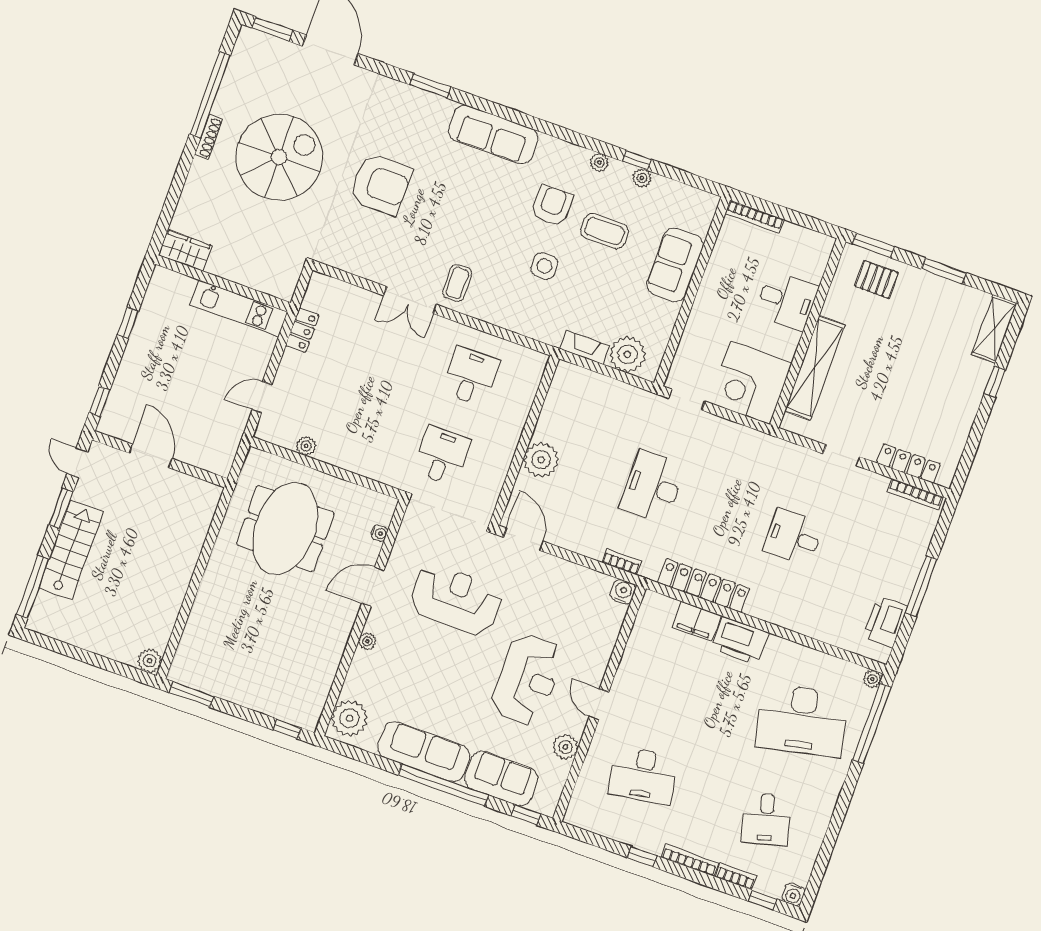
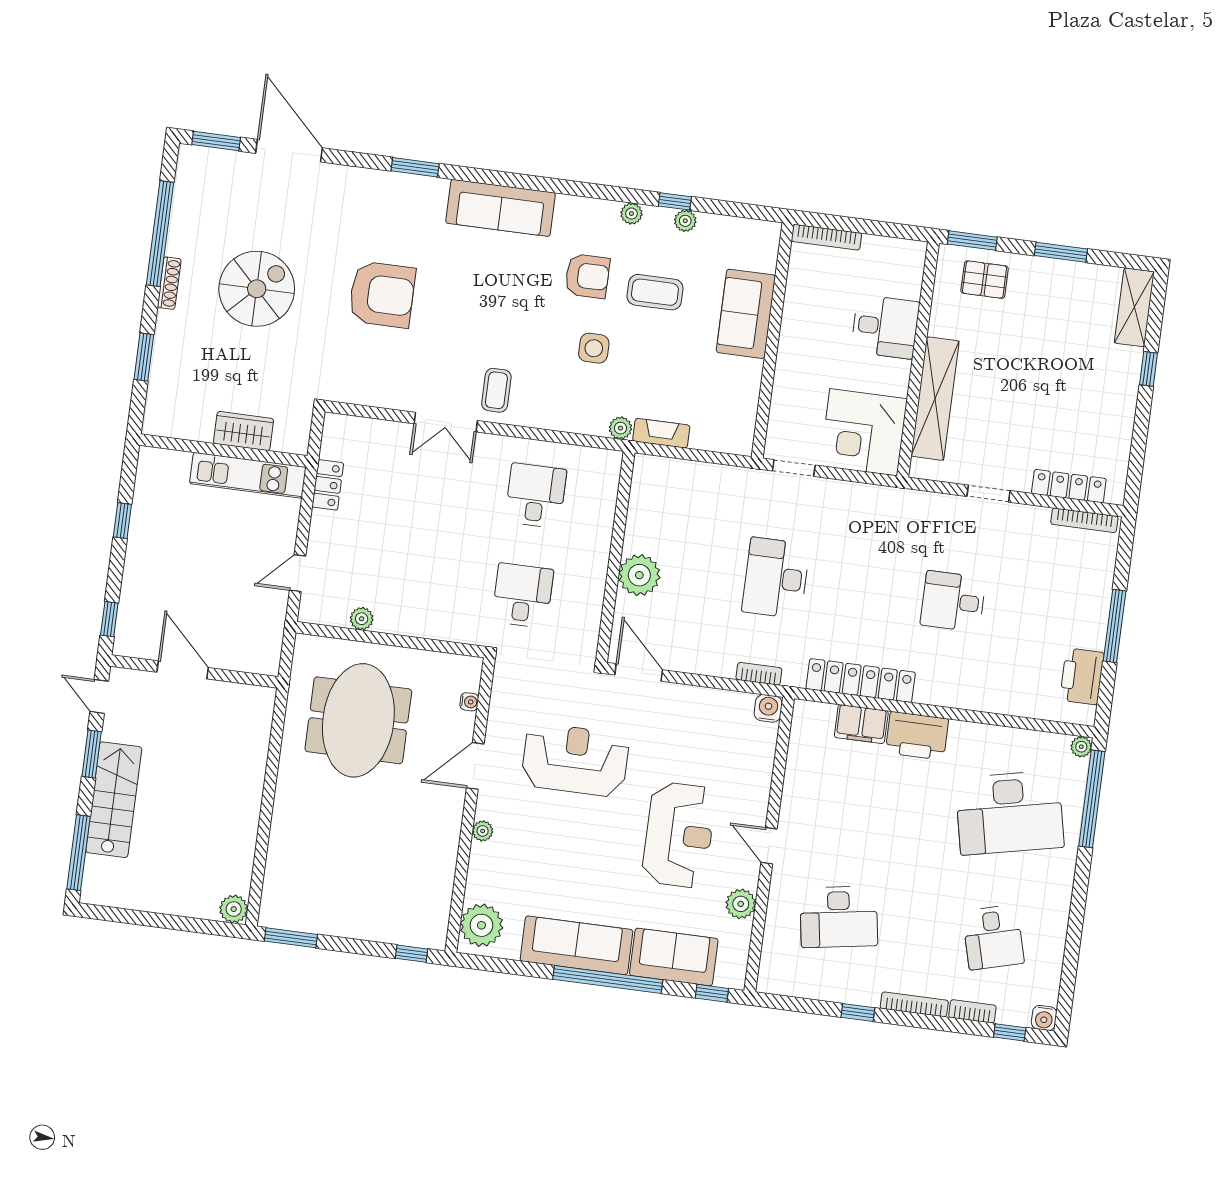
spiral stairs: (279, 157) -> (257, 289), width x0.73, depth x0.73
window: (175, 193) -> (144, 357), added
armchair: (552, 206) -> (587, 276), turned 90
wardrobe: (185, 250) -> (243, 431), moved
plant: (628, 354) -> (620, 428), moved, width x0.53, depth x0.53

